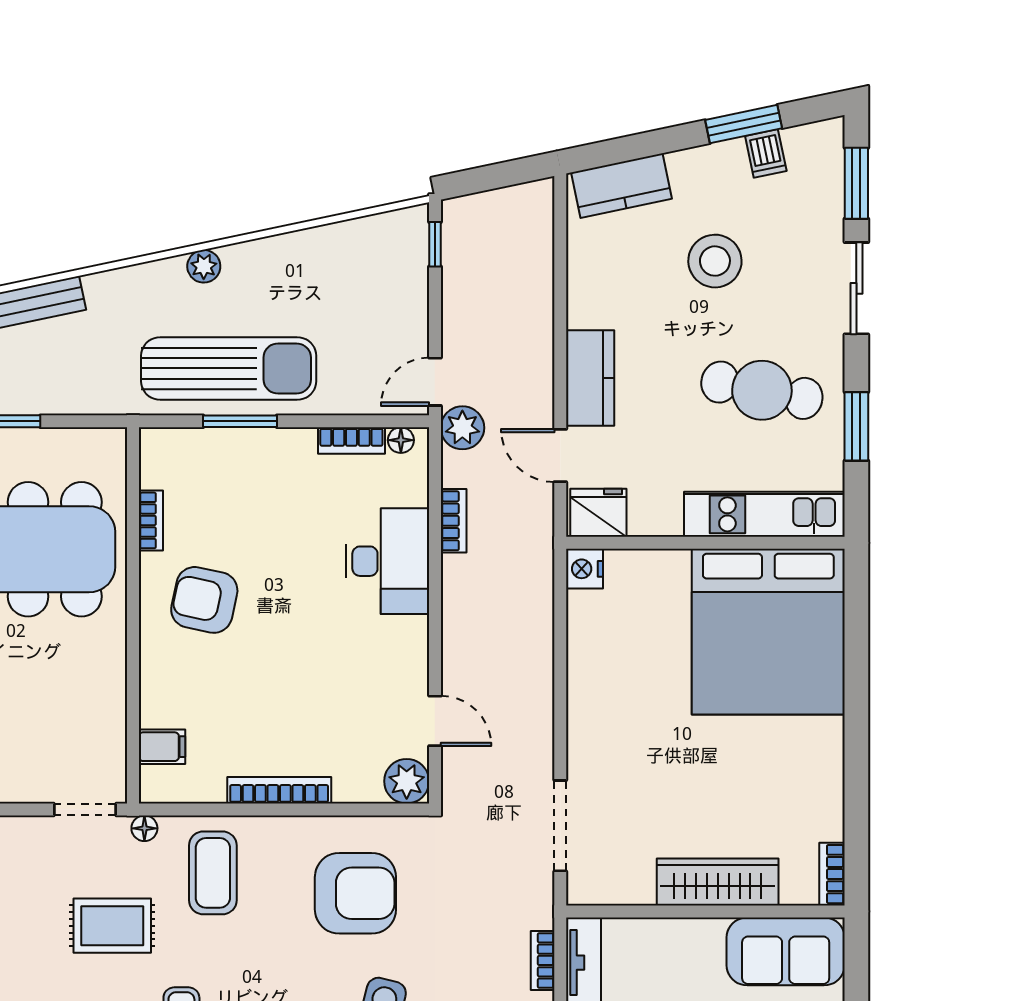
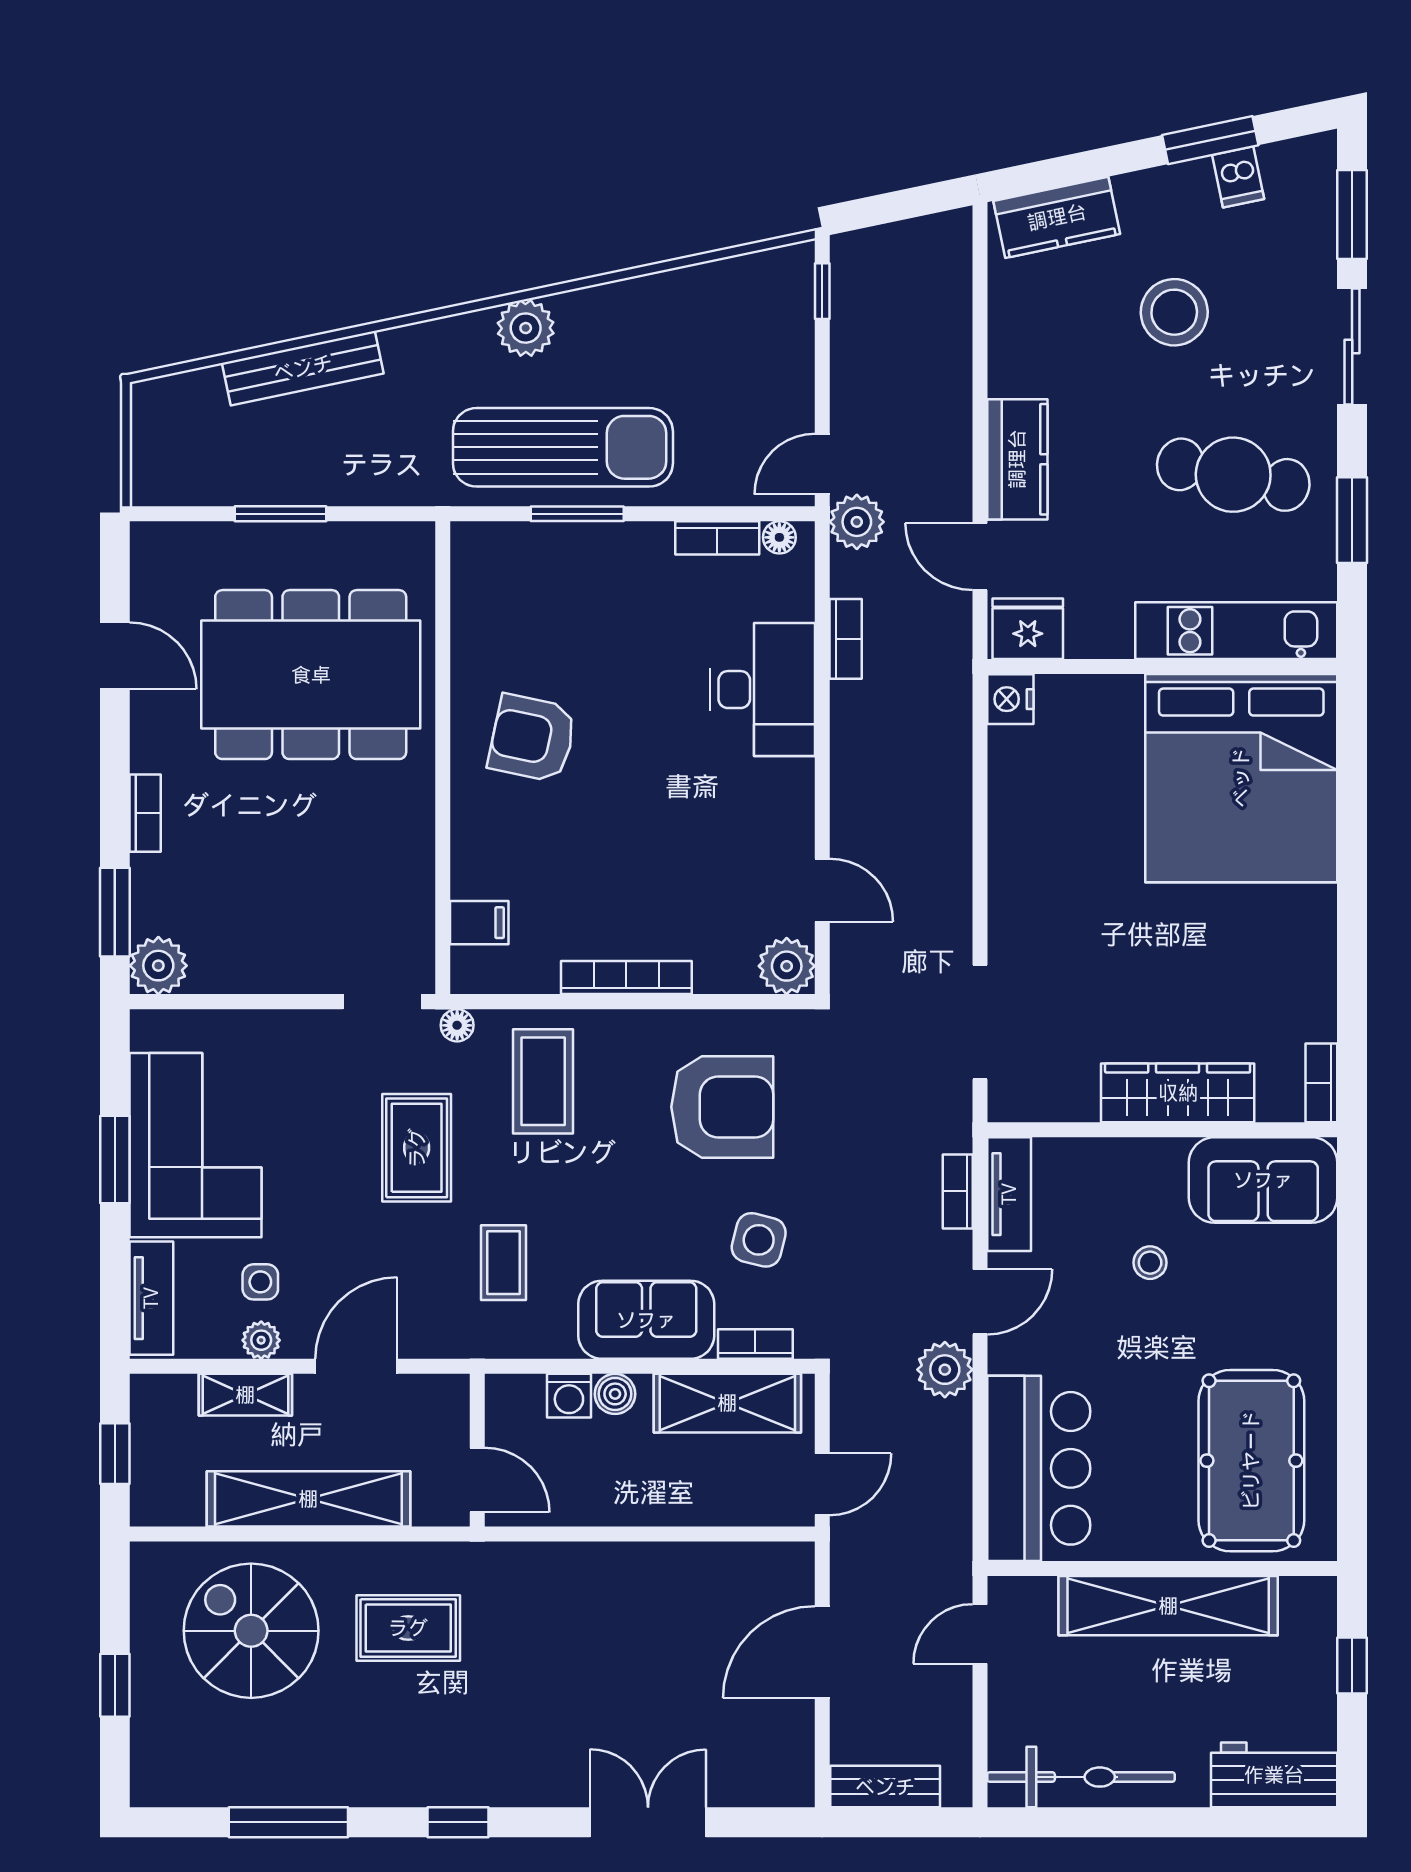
plant: (204, 266) -> (526, 328), width x1.38, depth x1.38
bookcase: (151, 520) -> (465, 638), removed
rug: (112, 926) -> (417, 1148), turned 90

